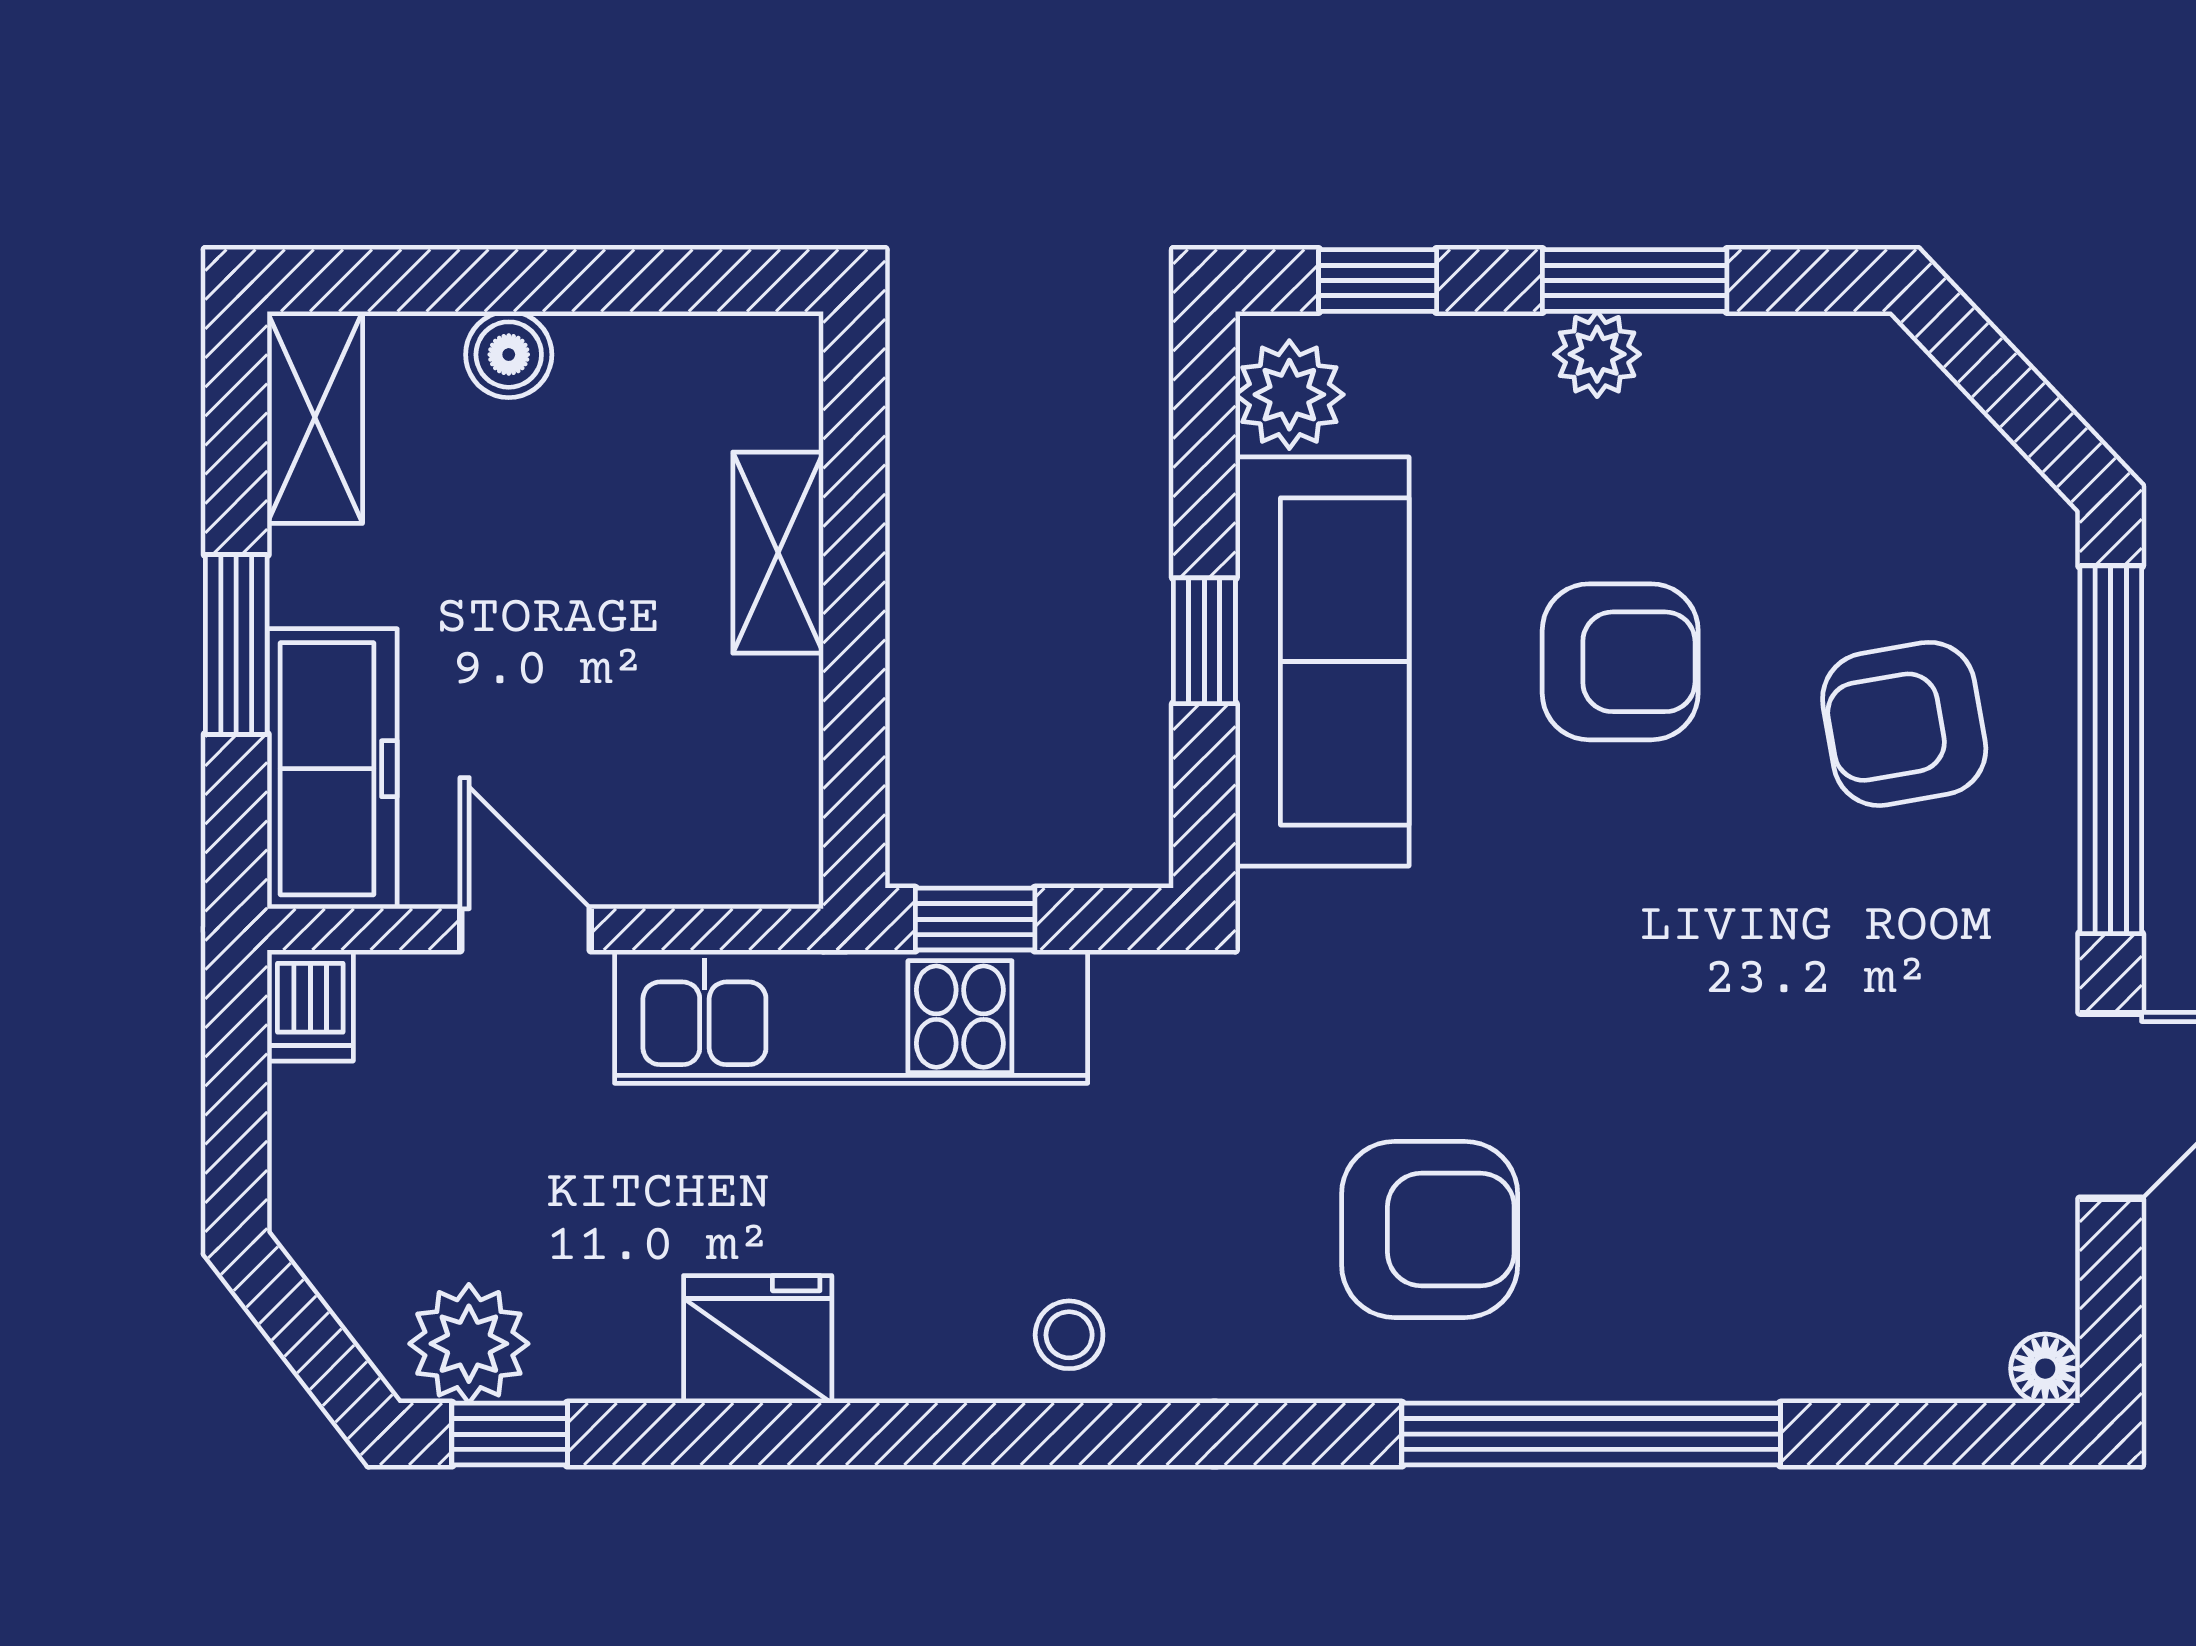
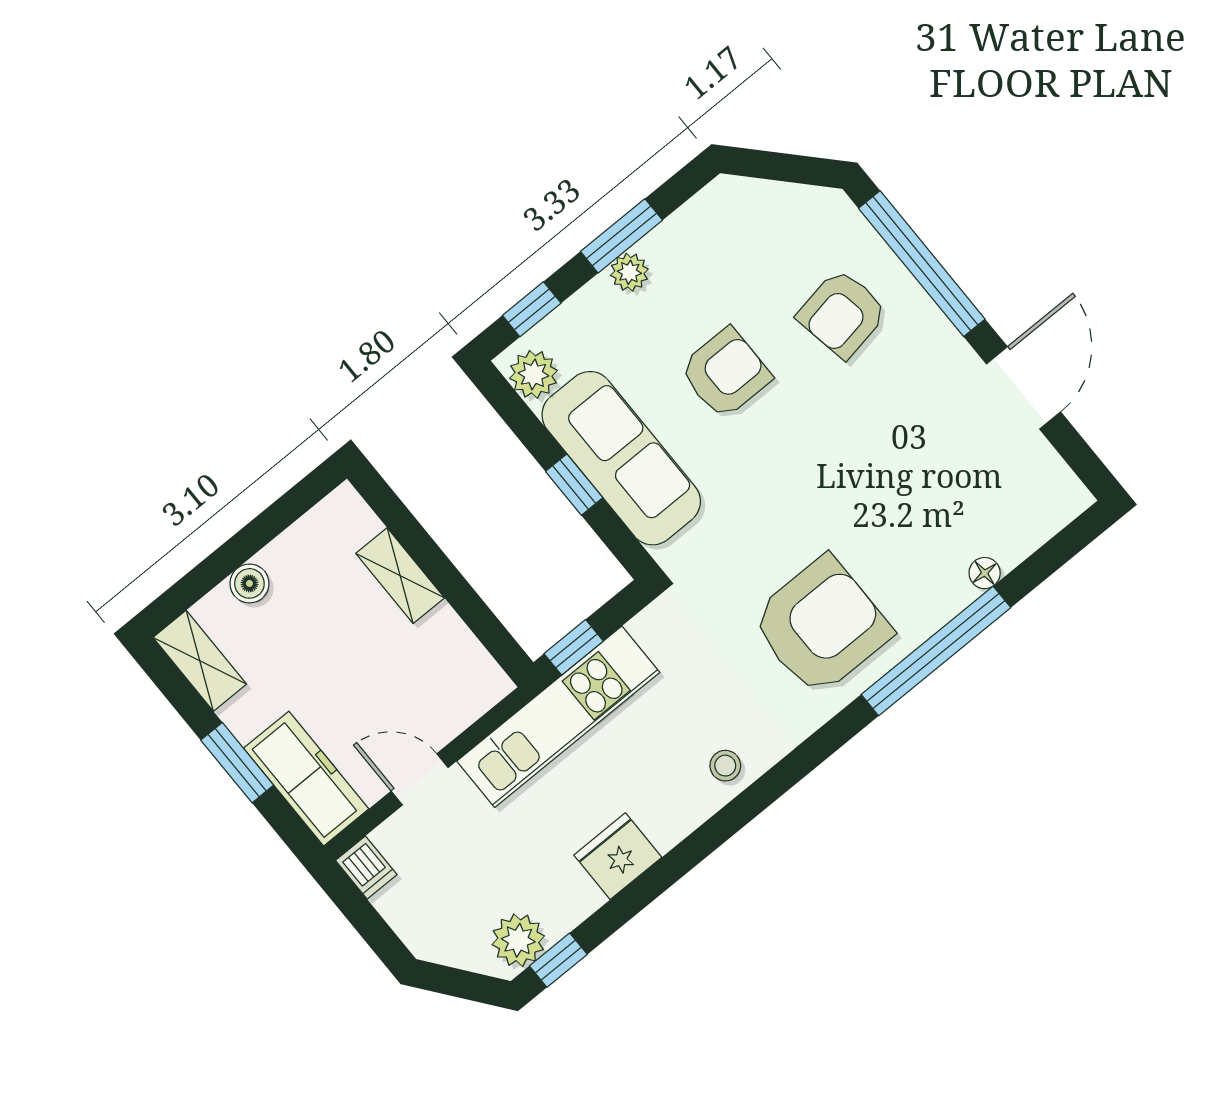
armchair: (1430, 1229) -> (821, 626), width x1.36, depth x1.36
floor lamp: (2045, 1369) -> (985, 573), moved

